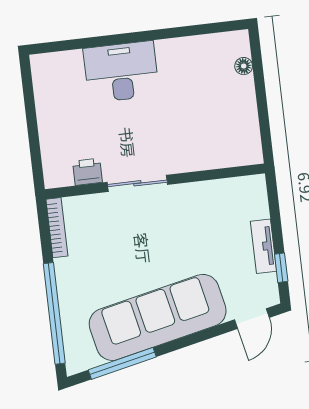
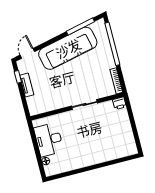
desk: (121, 72) -> (49, 140), moved, turned 90
printer: (87, 172) -> (119, 103), moved

